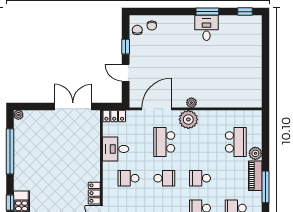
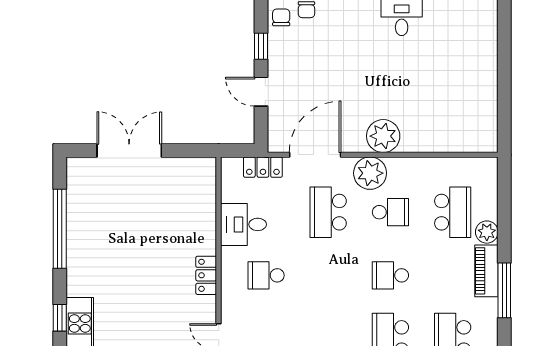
plant: (191, 103) -> (383, 136), width x1.87, depth x1.87
double door: (73, 106) -> (129, 150), moved
plant: (18, 115) -> (74, 165), removed
locker: (114, 116) -> (263, 167), moved
school desk: (164, 178) -> (390, 212), moved
locker: (94, 193) -> (206, 275), moved

